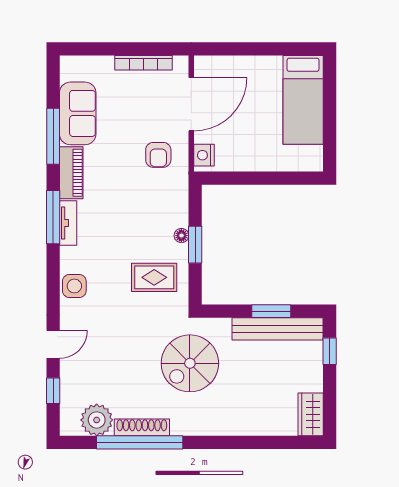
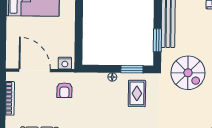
armchair: (158, 155) -> (64, 90), turned 90
window: (195, 245) -> (132, 69), moved
window: (271, 311) -> (157, 40), moved

